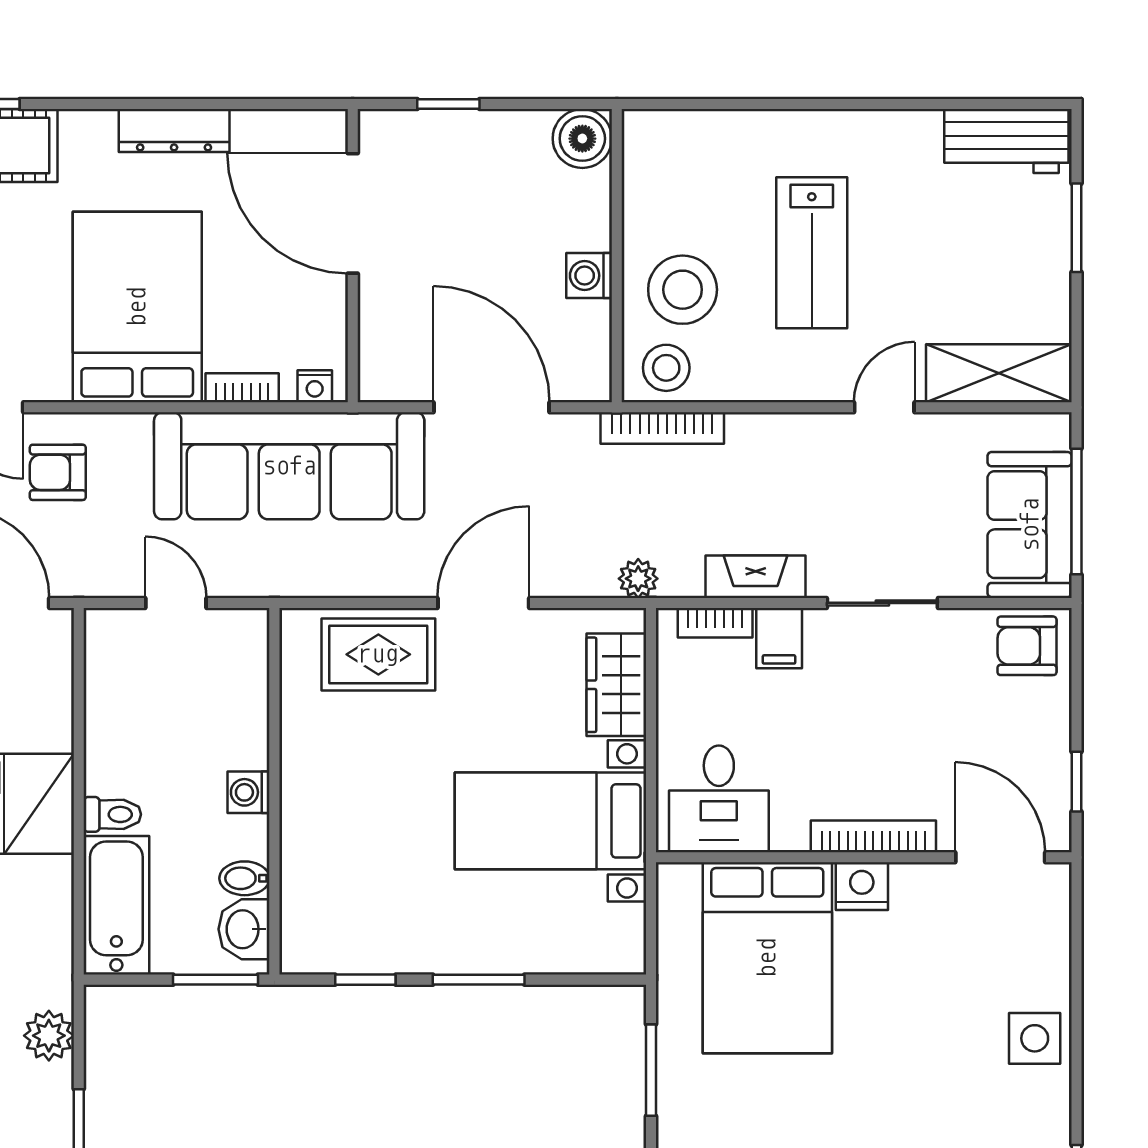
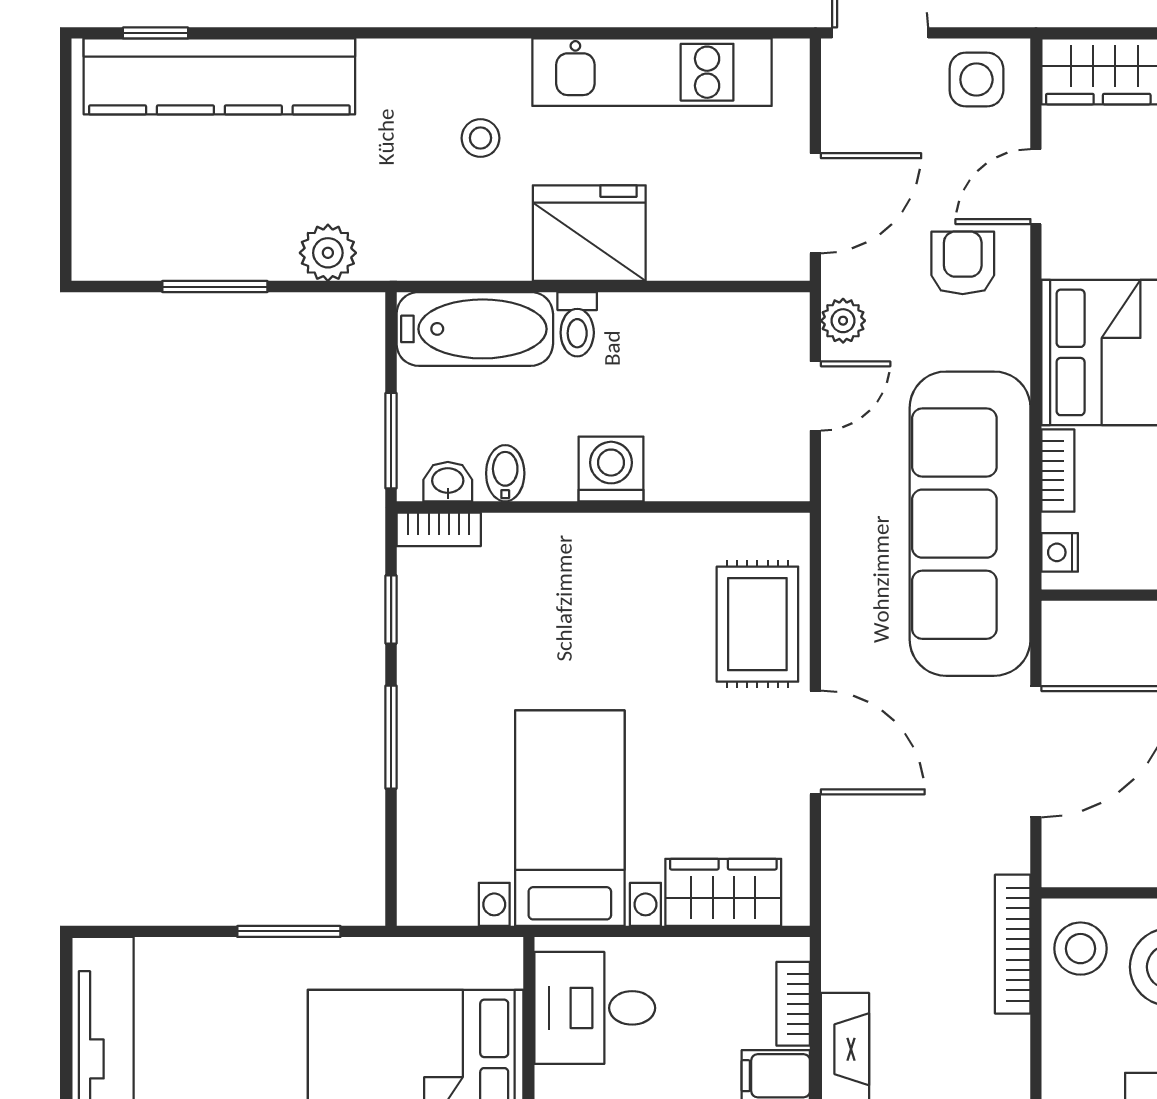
plant: (638, 579) -> (843, 321), moved
washing machine: (249, 792) -> (611, 469), width x1.38, depth x1.38
washbasin: (244, 929) -> (448, 482), width x0.72, depth x0.69
bookcase: (294, 937) -> (439, 529), added

